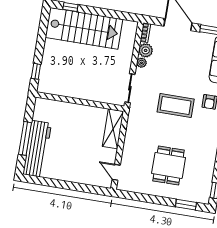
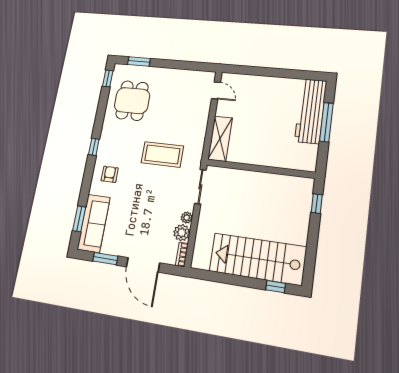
coffee table: (176, 106) -> (162, 154), moved
dining table: (169, 165) -> (132, 101), moved

